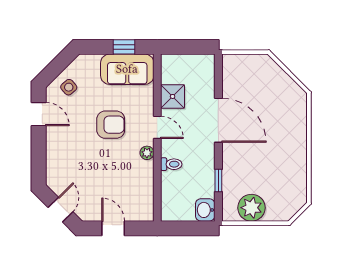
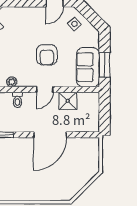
window: (124, 47) -> (104, 65), width x1.50
plant: (147, 153) -> (12, 82), moved

